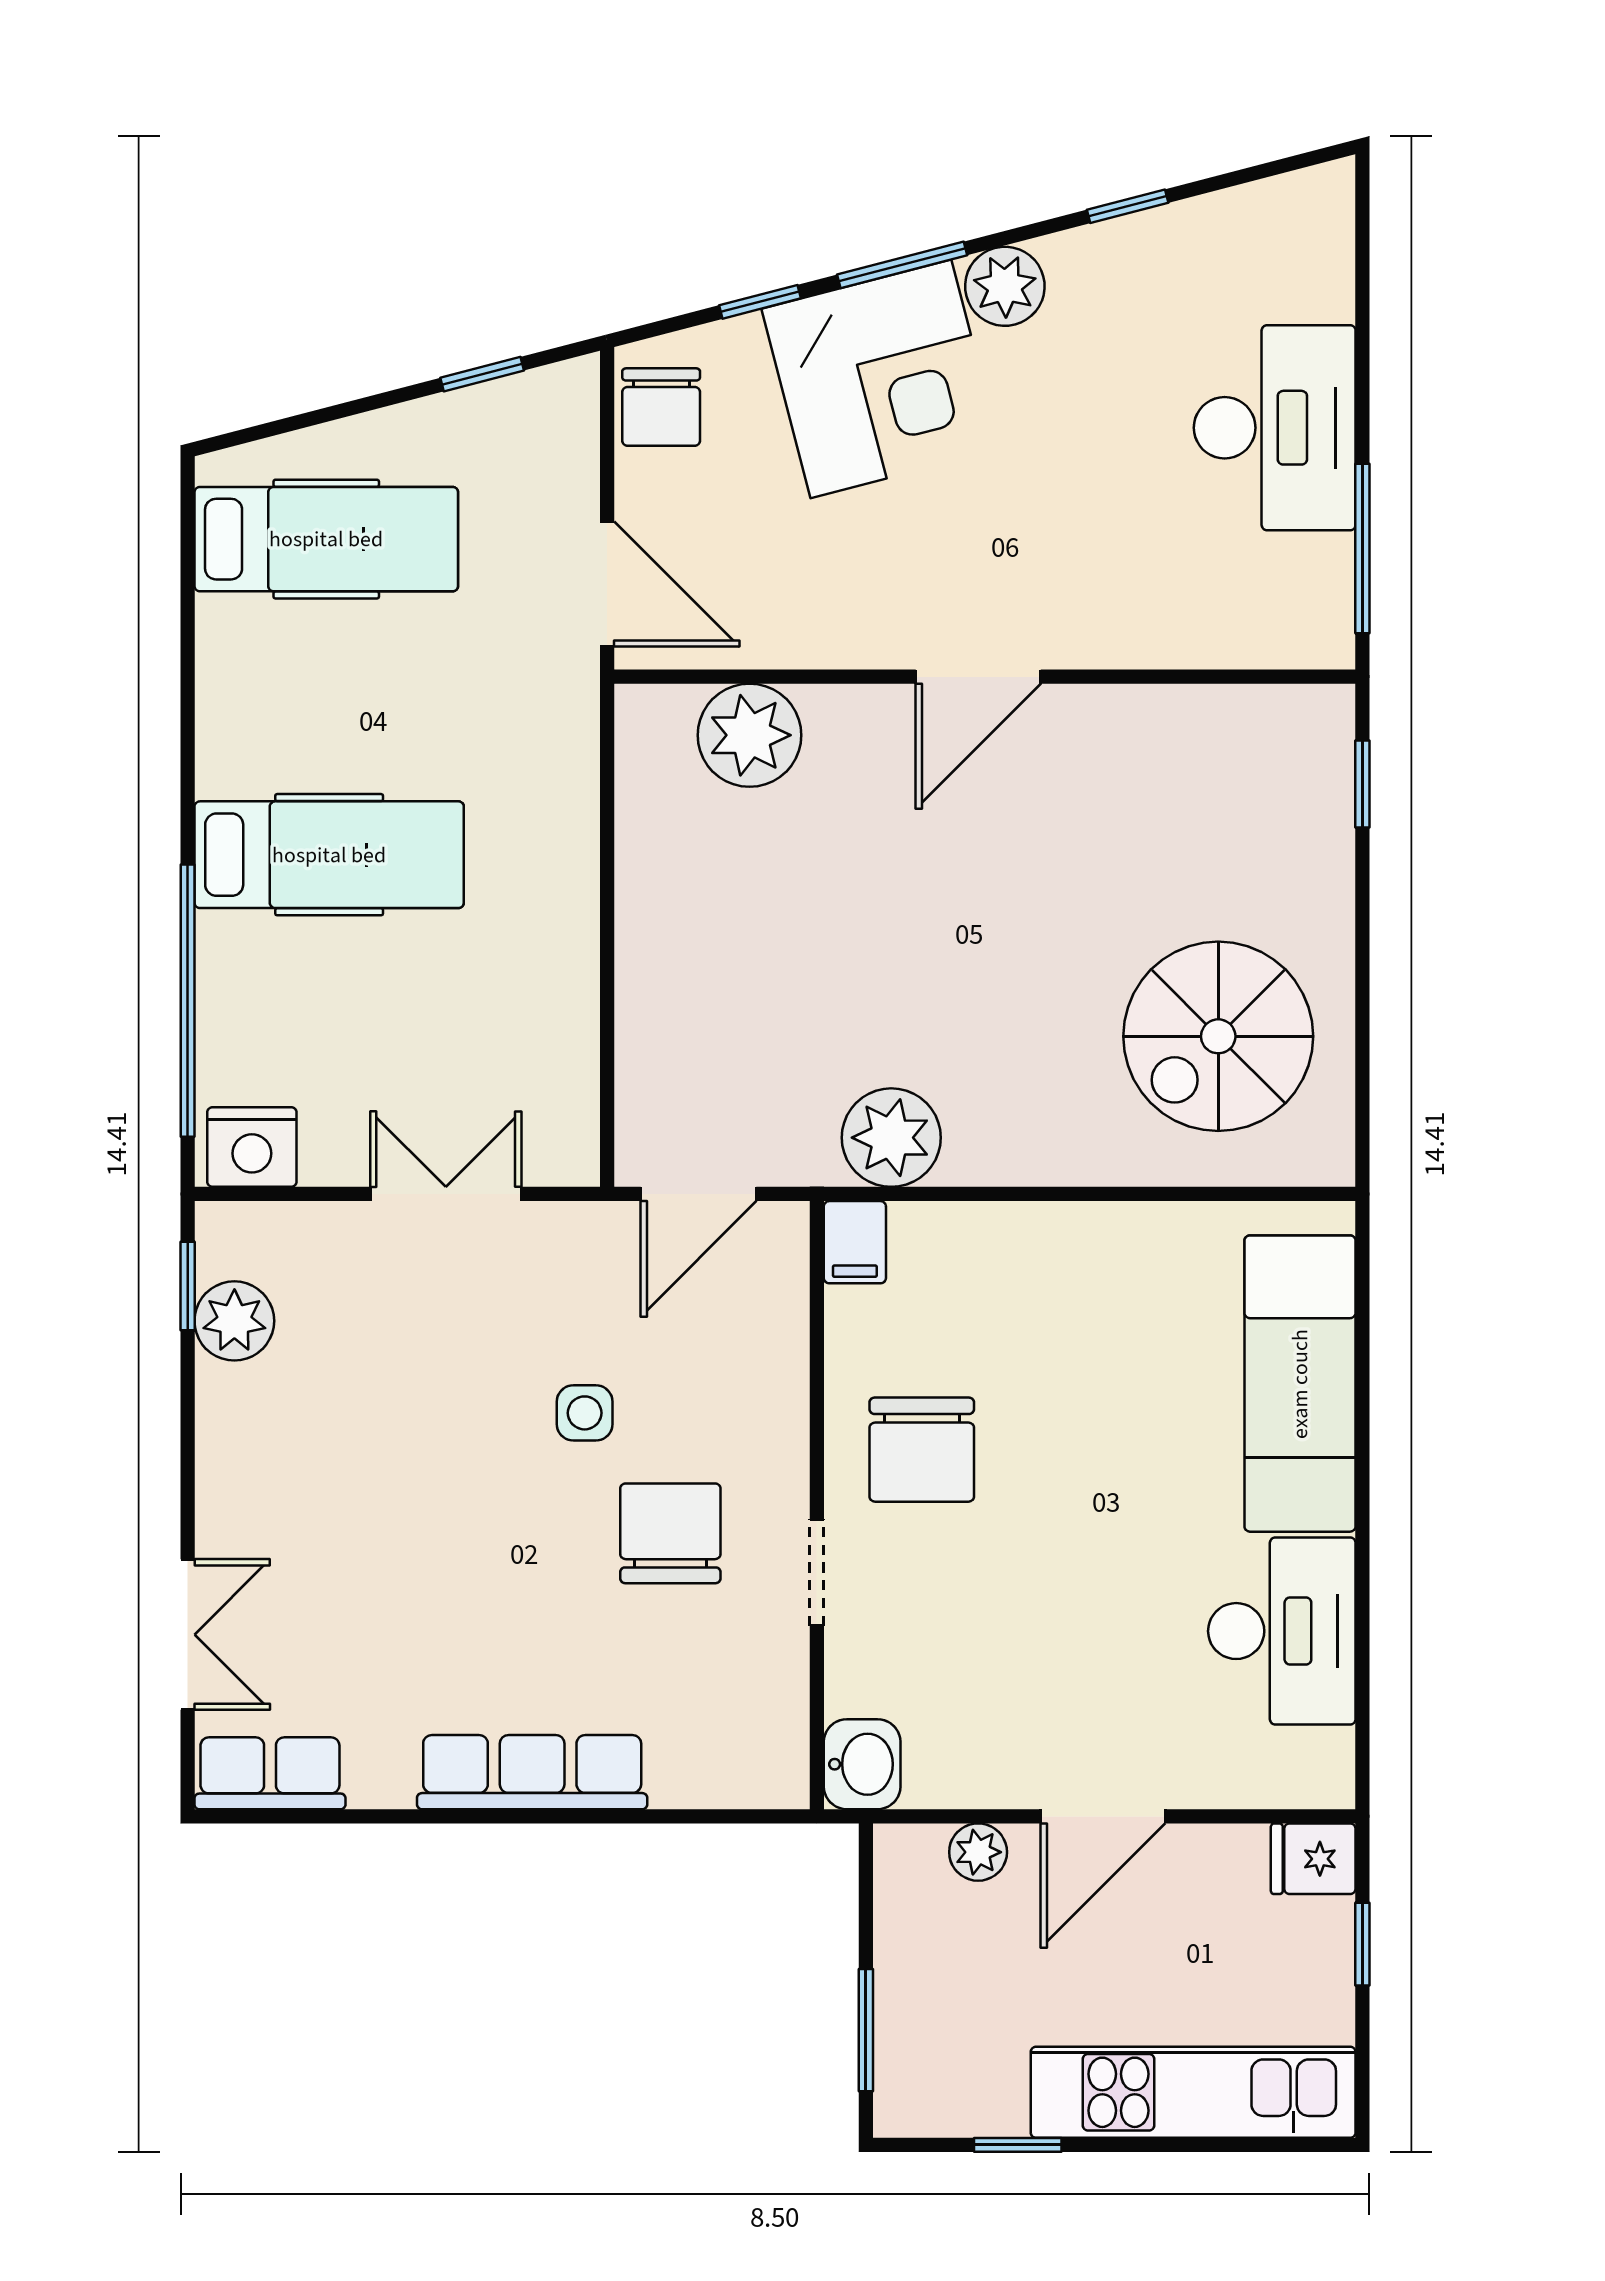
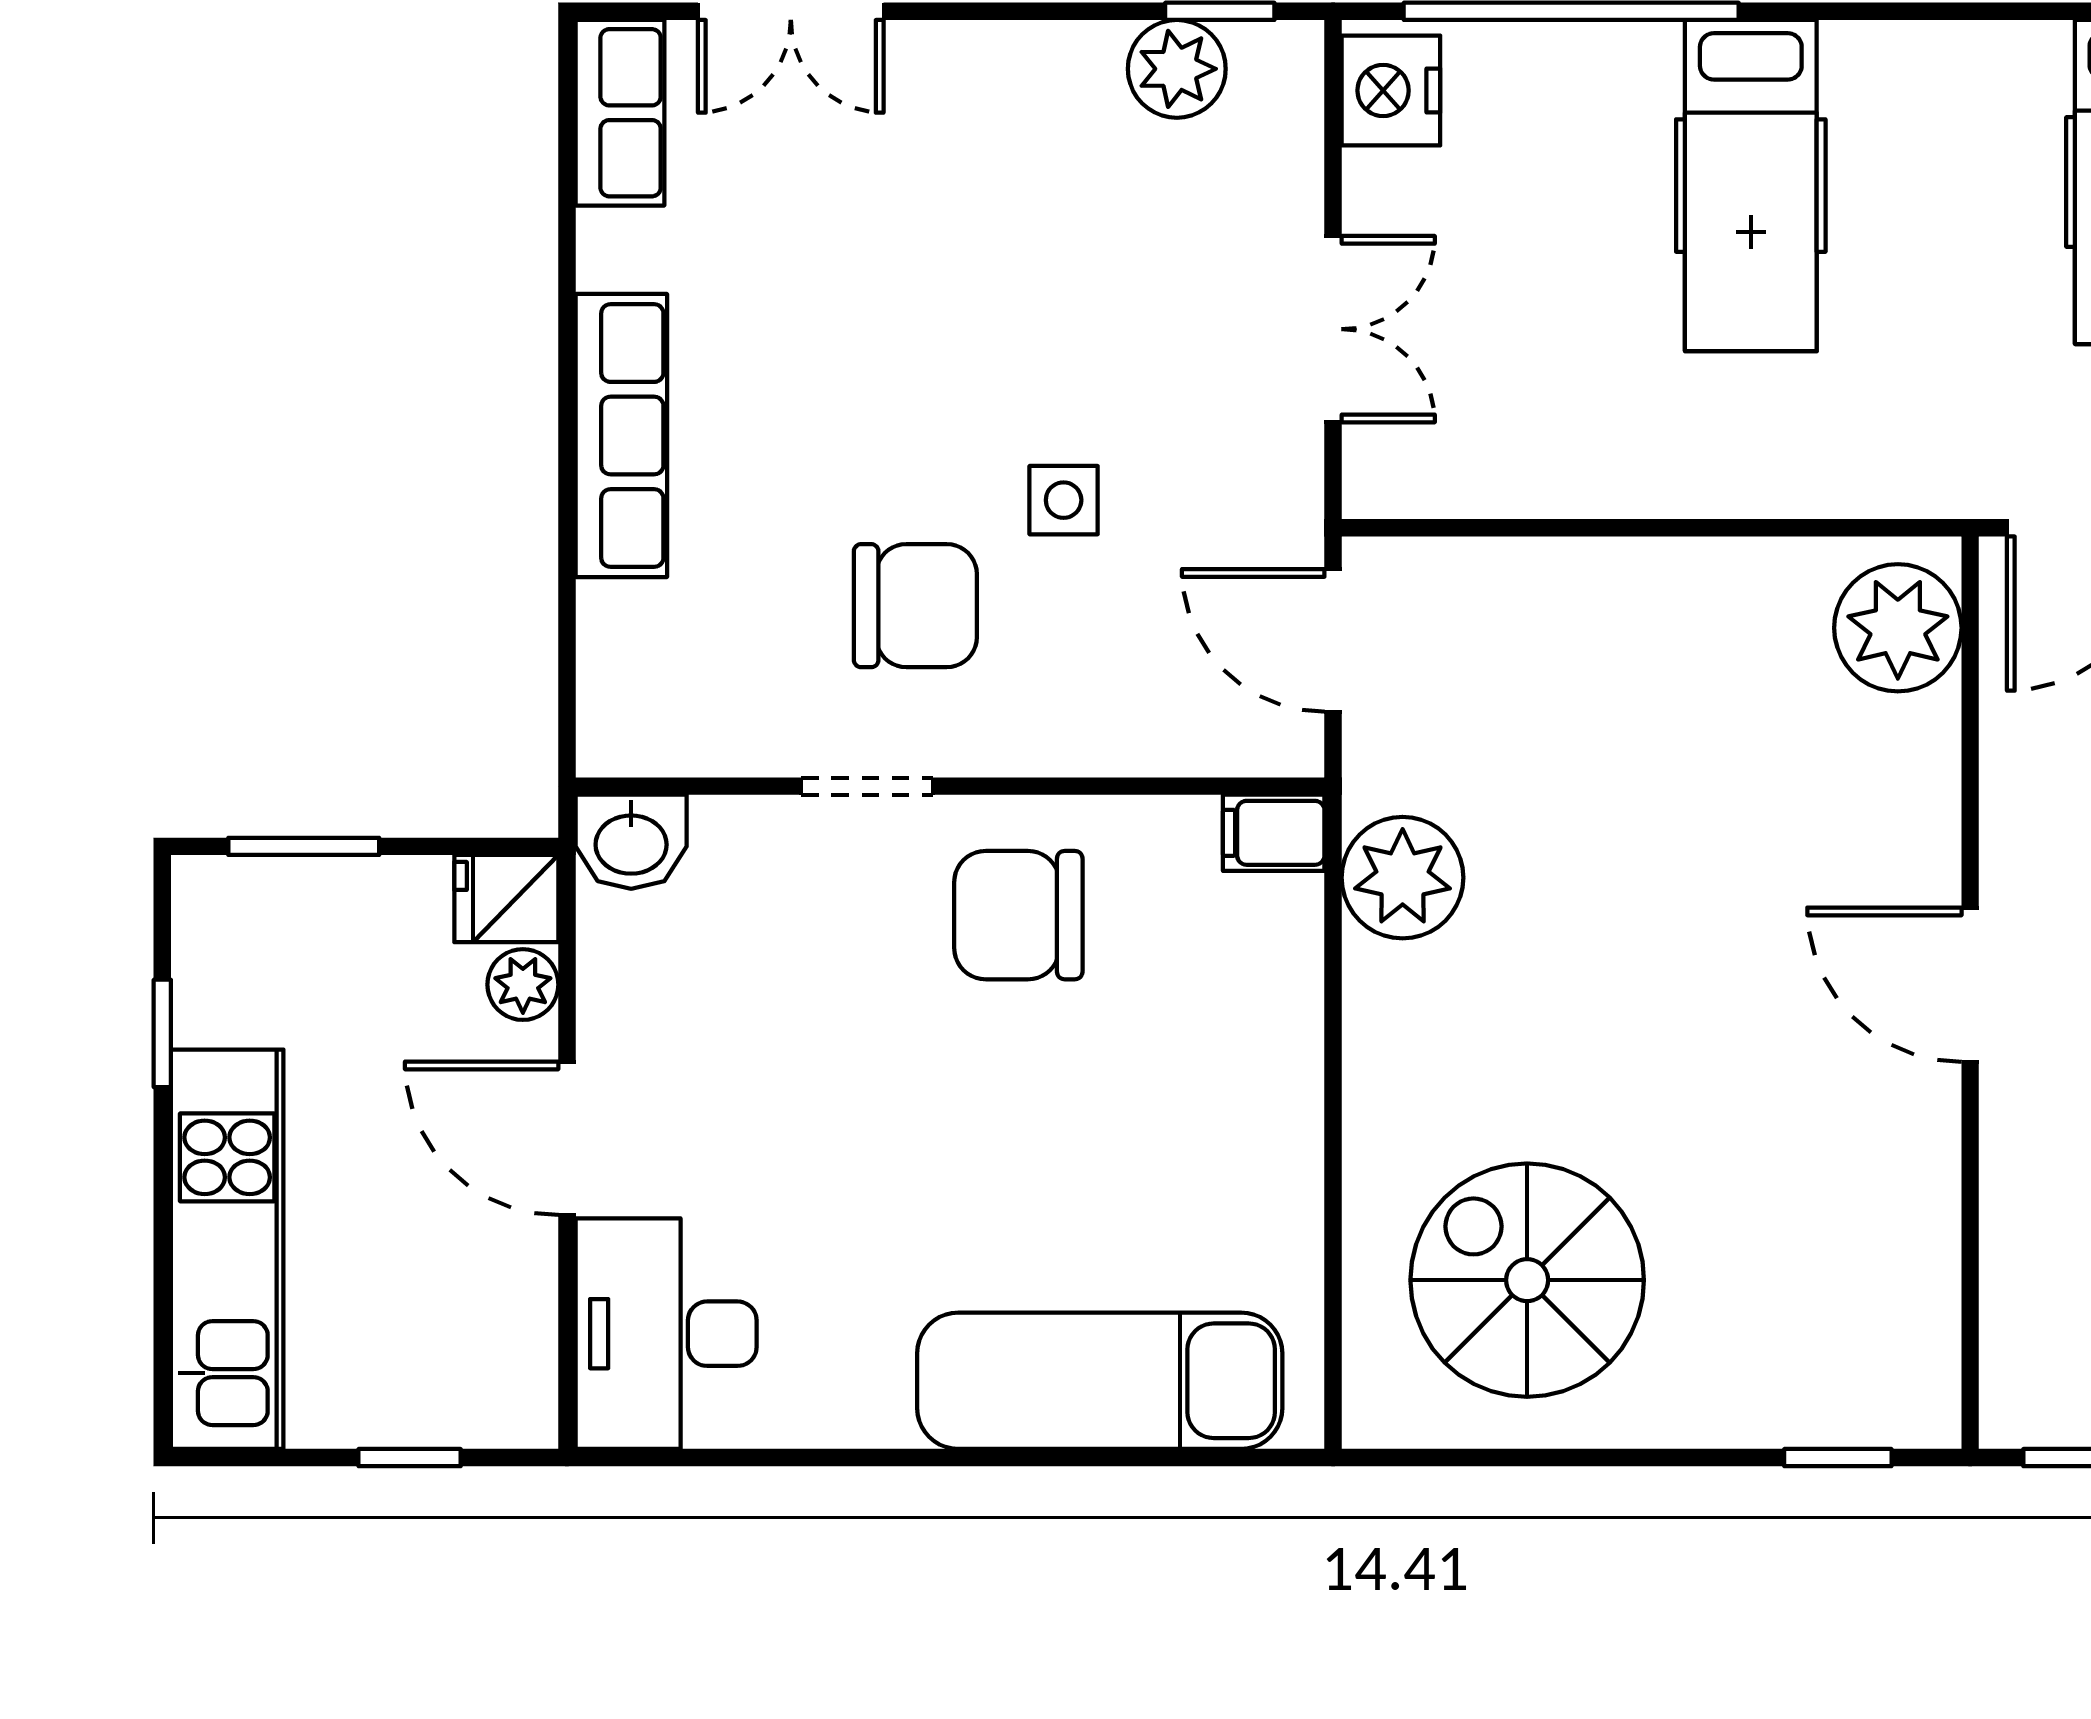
plant: (749, 735) -> (1898, 628), moved
desk: (1282, 1631) -> (666, 1334), moved, turned 90
fridge: (1313, 1859) -> (506, 899), moved, turned -90

